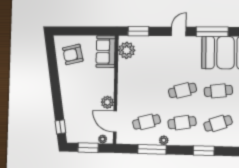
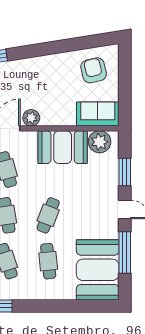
window: (138, 31) -> (125, 172), moved
booth: (130, 79) -> (63, 147), added
cafe table: (182, 90) -> (48, 215), turned 36

